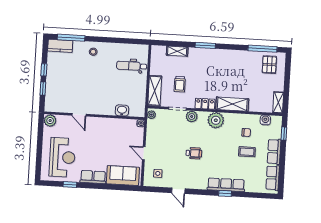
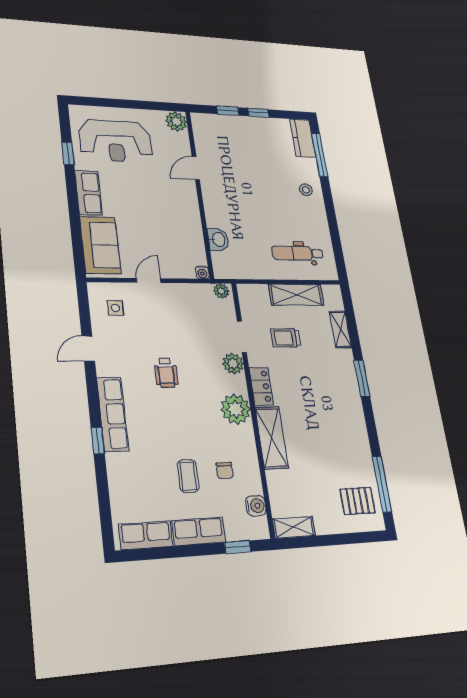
dental chair: (132, 66) -> (298, 253), turned -90
shelving: (155, 91) -> (296, 295), moved
row of seats: (226, 185) -> (113, 414), moved

